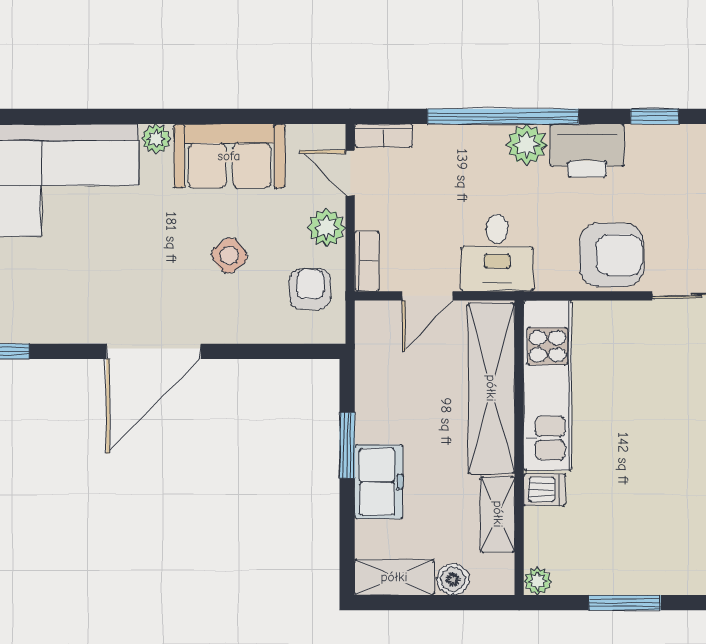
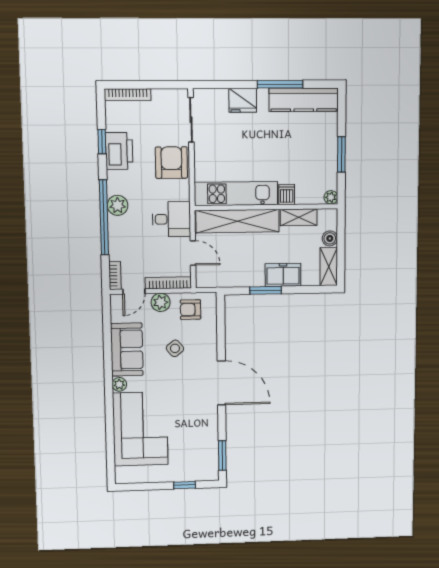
printer: (587, 151) -> (119, 151), moved
bookcase: (367, 261) -> (168, 283), width x1.56

